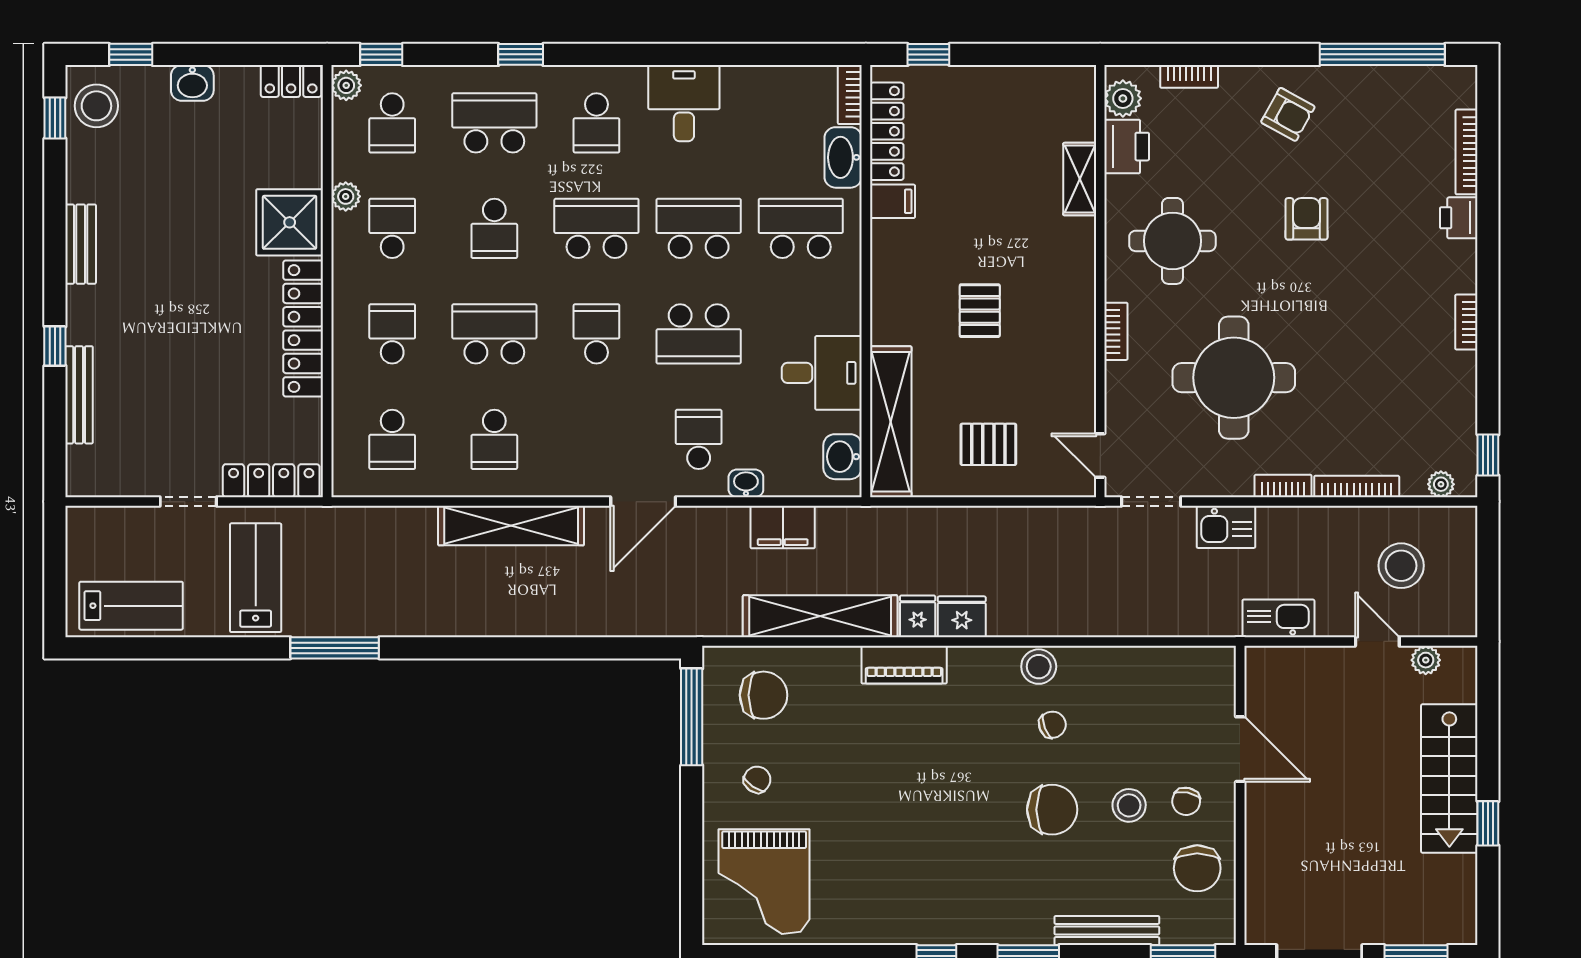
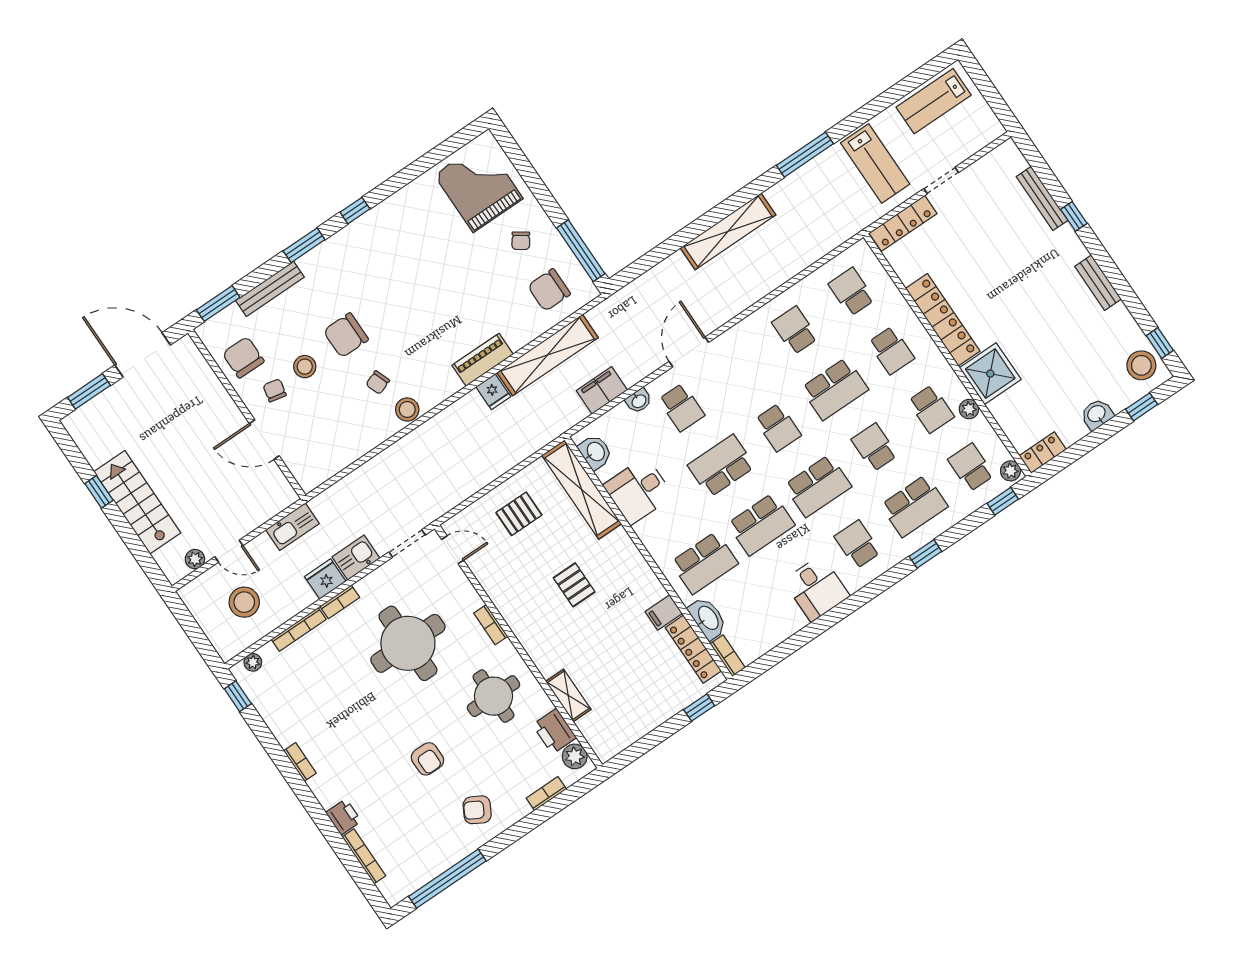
shelving: (511, 526) -> (728, 231), moved
fridge: (962, 617) -> (325, 579), moved, turned 180

